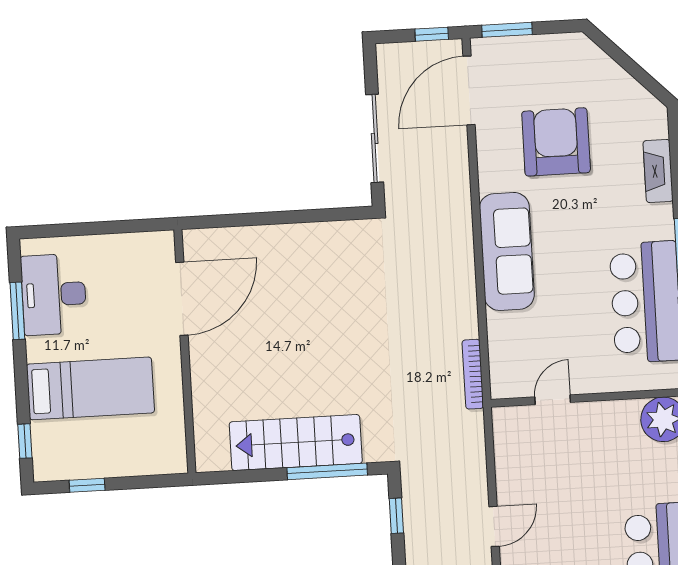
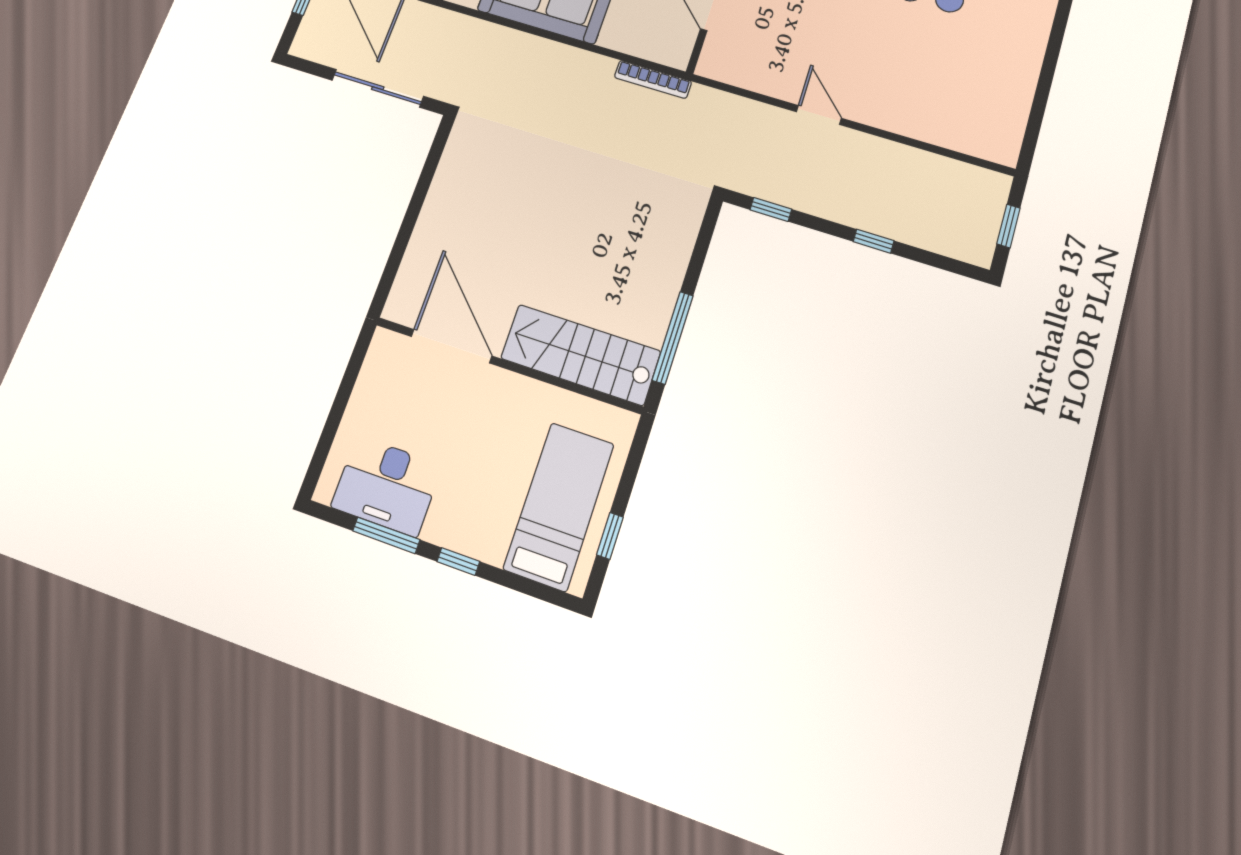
bed: (90, 388) -> (559, 506), moved
window: (25, 441) -> (458, 561), moved
stairs: (296, 443) -> (581, 355), moved, turned 90
window: (327, 471) -> (673, 338), moved

